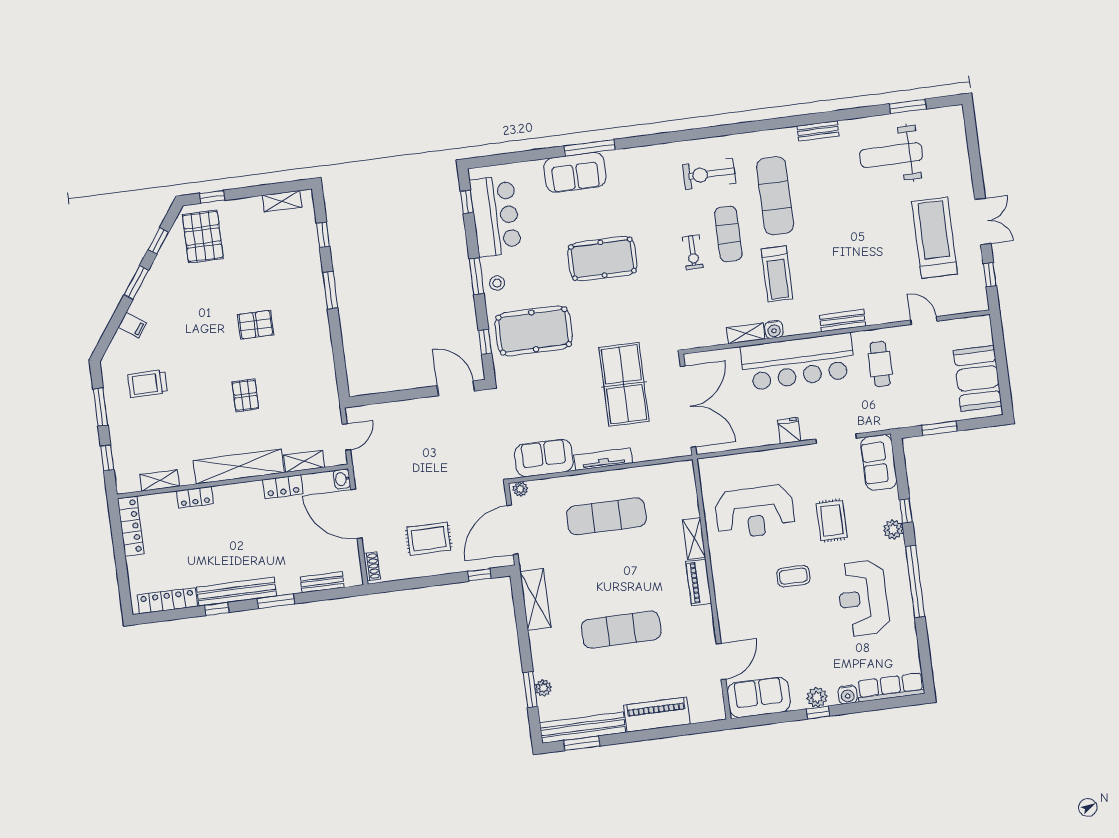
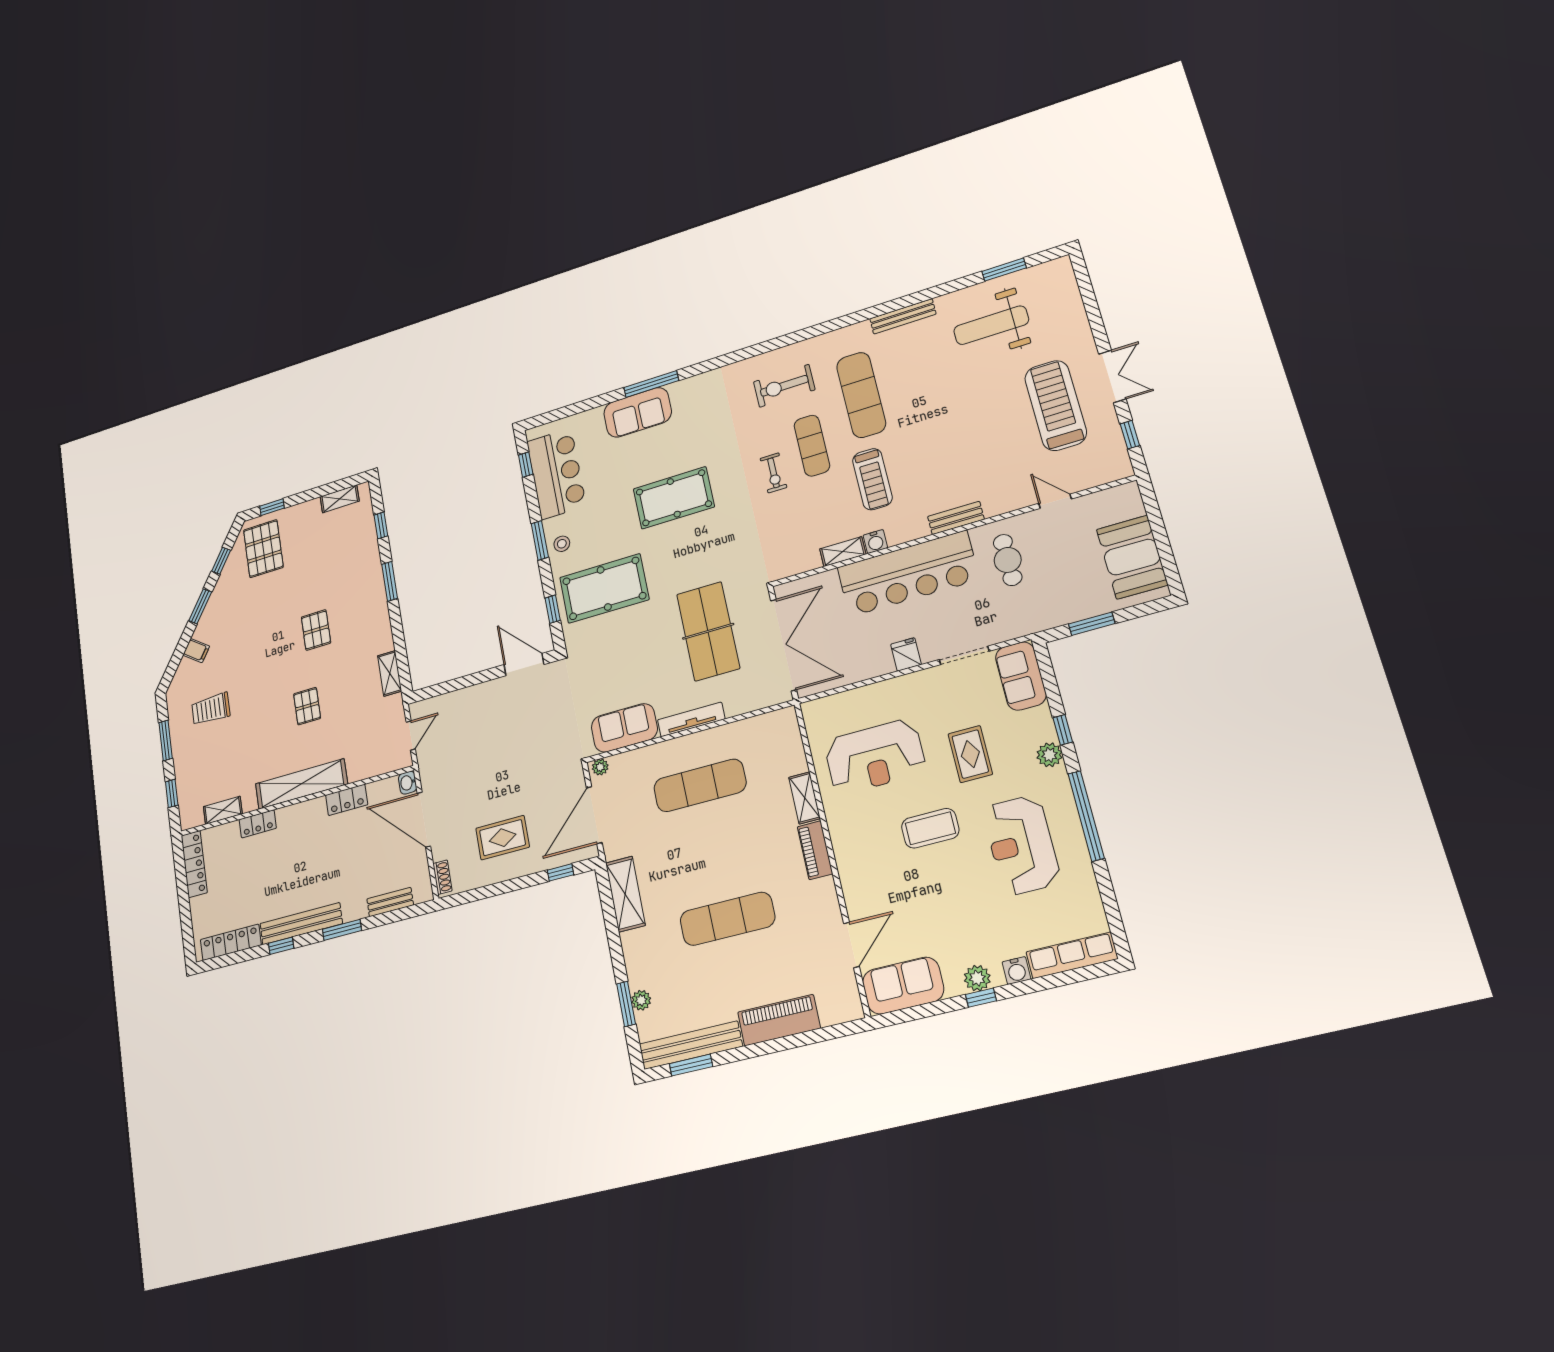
bench: (818, 131) -> (903, 316), width x1.36
pallet: (256, 325) -> (316, 630), turned 90
shelving: (304, 461) -> (390, 673), moved, turned 90
coffee table: (793, 576) -> (930, 828), width x1.36, depth x1.30

